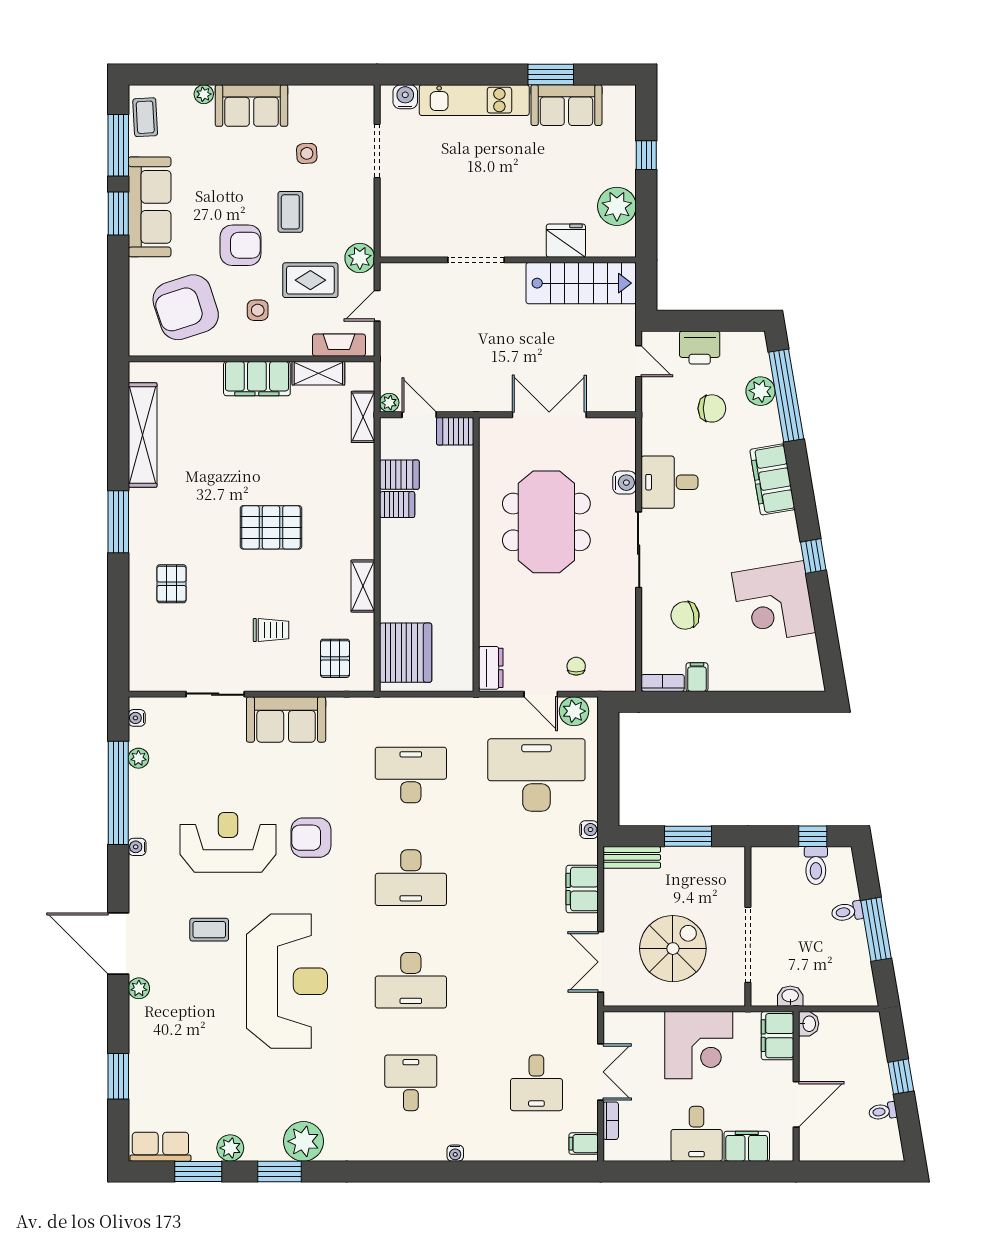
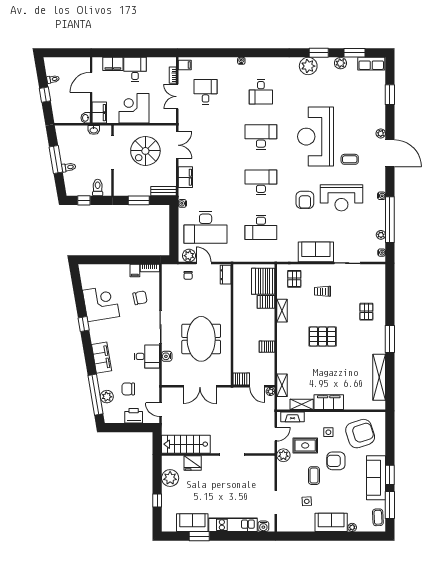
server rack: (399, 475) -> (266, 302), moved
armchair: (311, 838) -> (305, 200), turned 90
toilet: (816, 865) -> (98, 188), moved

